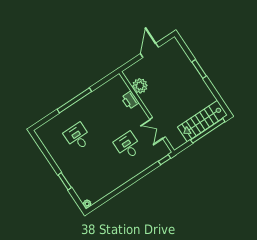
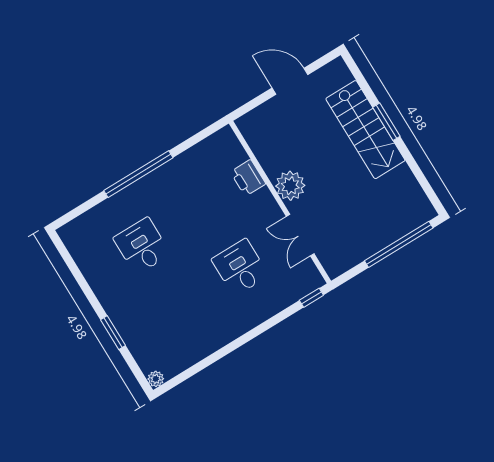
door: (149, 50) -> (290, 81), hinge flipped
plant: (140, 86) -> (290, 186), moved
stairs: (202, 121) -> (365, 130), moved, turned -90

